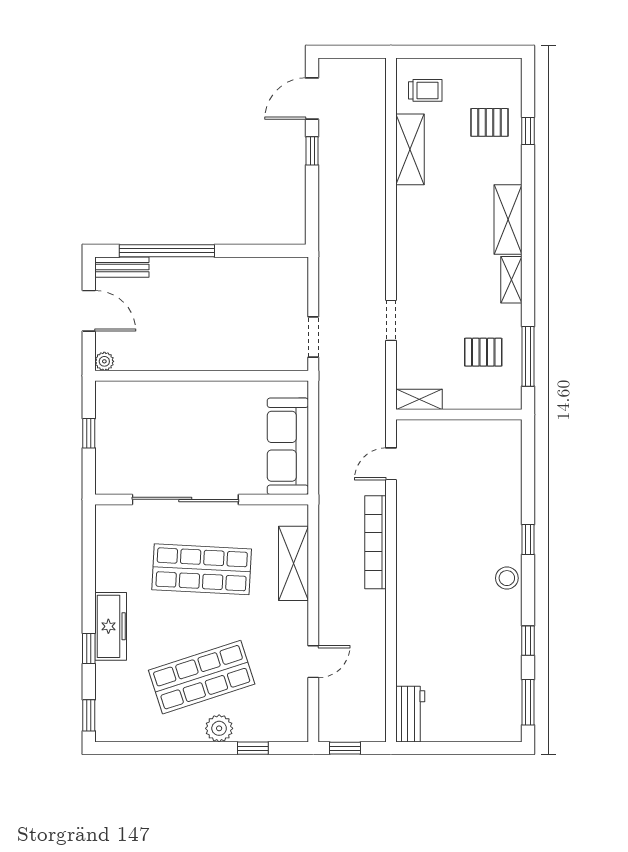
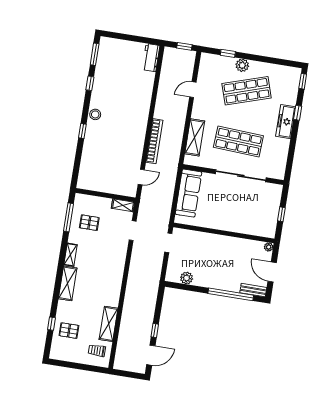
plant: (264, 270) -> (187, 278), added
doorway: (391, 320) -> (133, 231), moved

